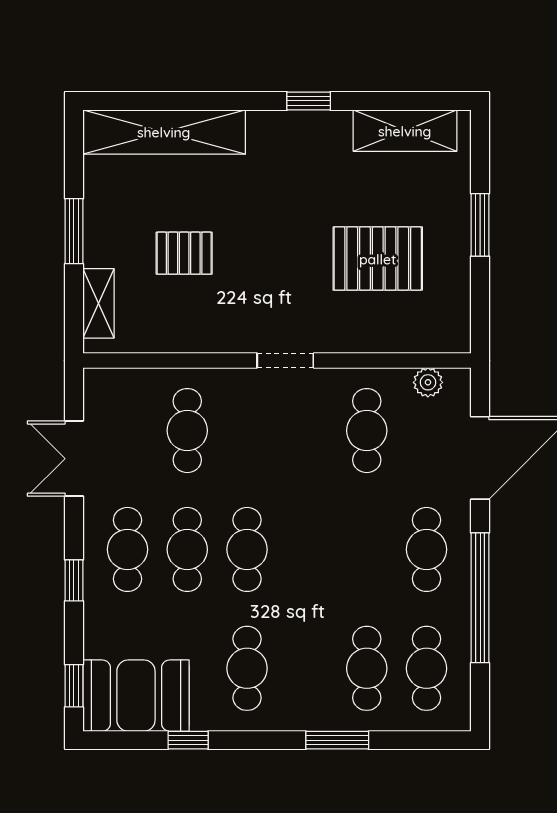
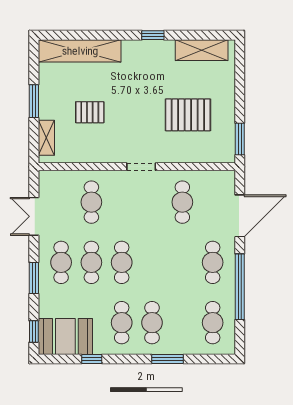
window: (480, 225) -> (240, 139), moved
plant: (428, 382) -> (213, 178), removed
window: (74, 580) -> (34, 278), width x1.50
cafe table: (367, 668) -> (152, 323), moved

